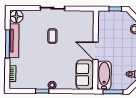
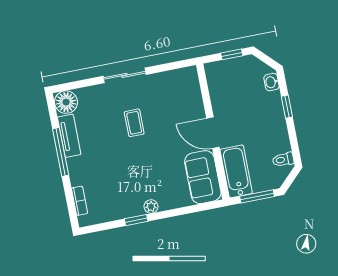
tv unit: (14, 41) -> (69, 136), width x0.71

